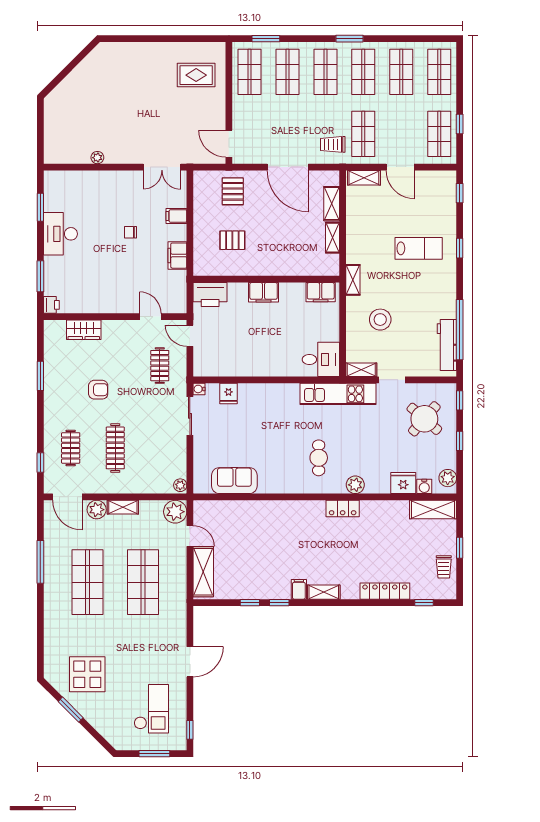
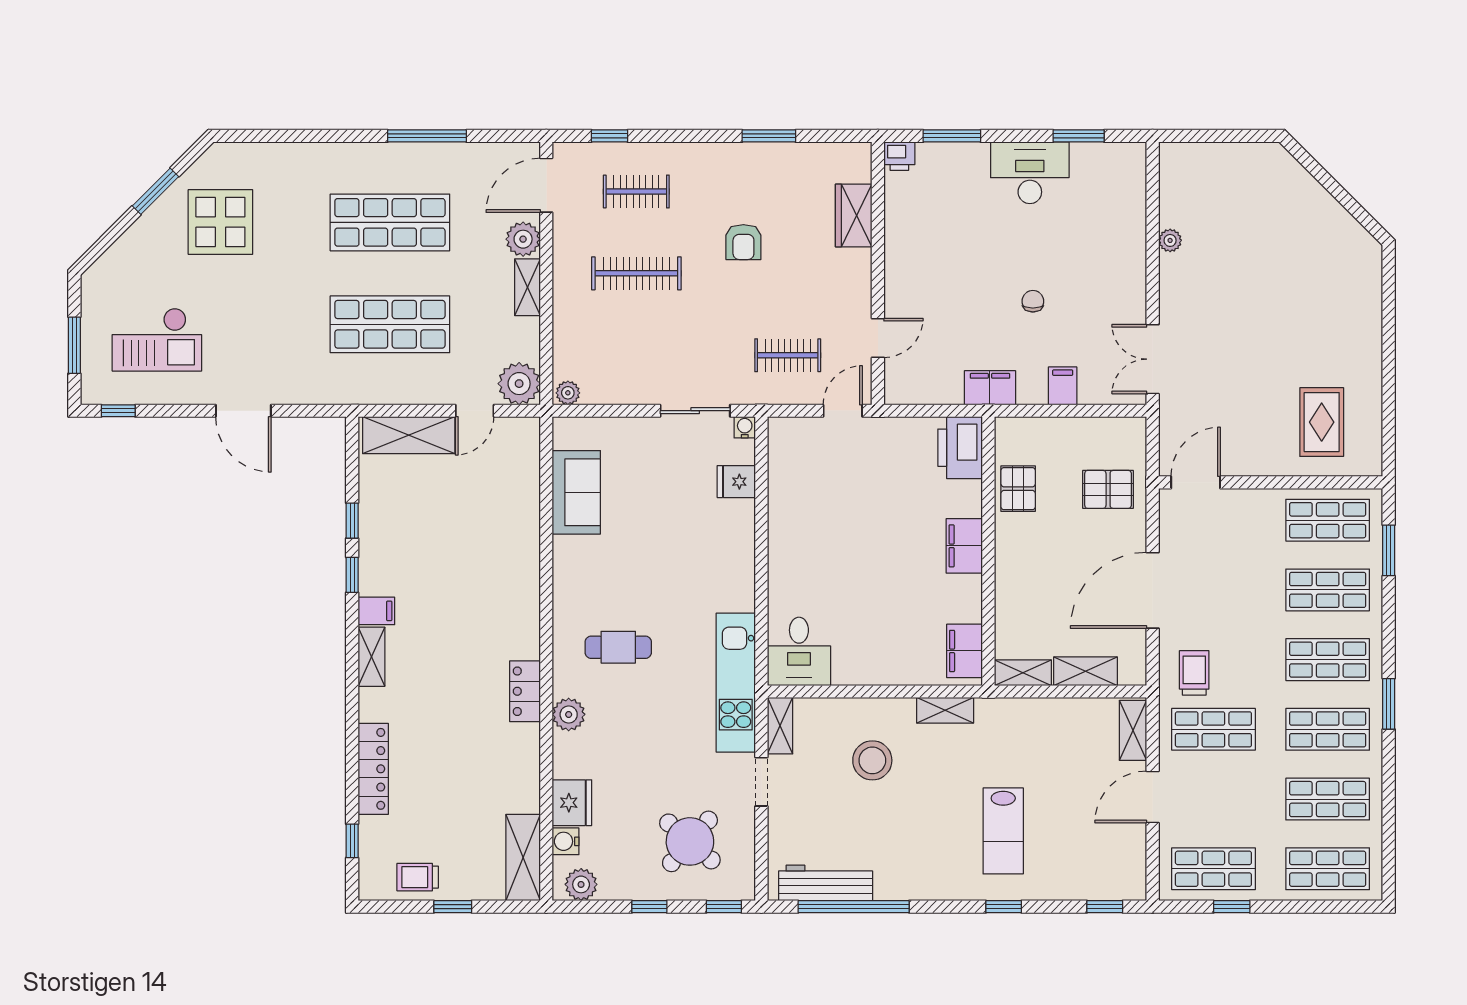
wall: (266, 279) -> (988, 551), moved
filing cabinet: (264, 292) -> (964, 546), moved
filing cabinet: (321, 292) -> (964, 651), moved
printer: (210, 295) -> (960, 448), moved

